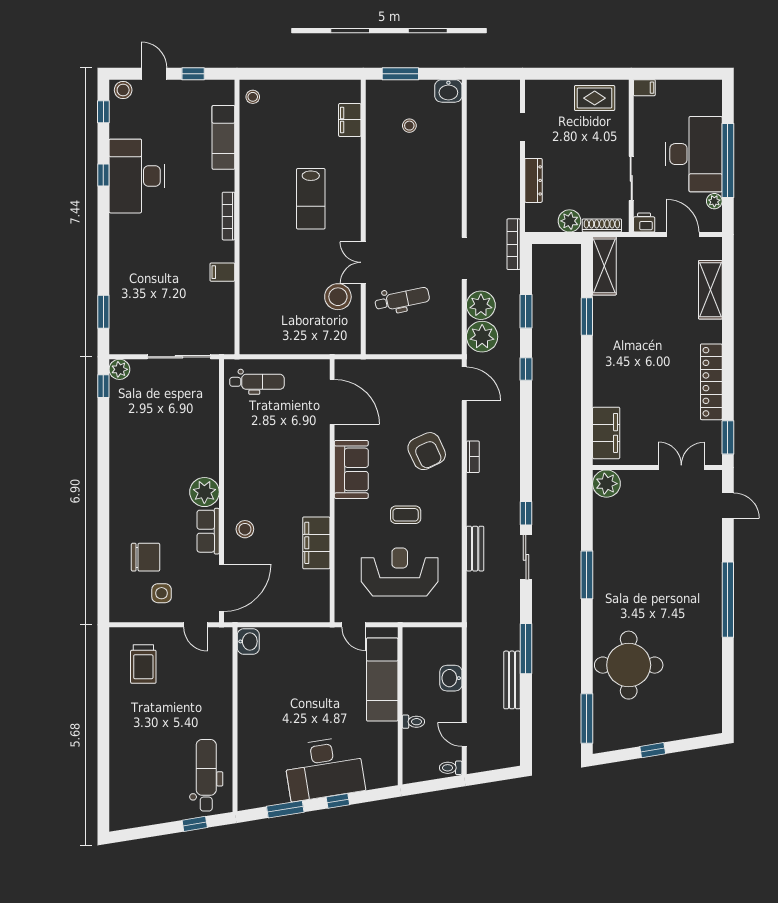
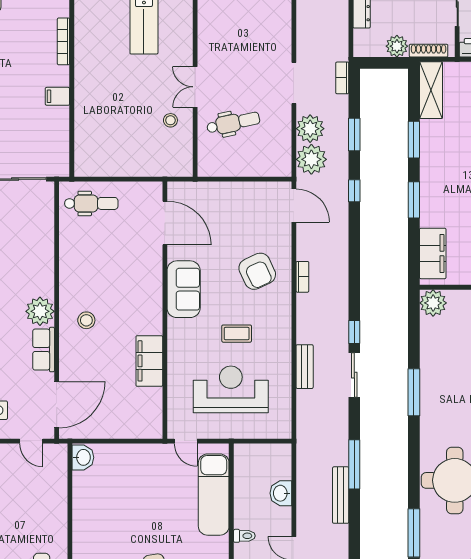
bookcase: (514, 244) -> (342, 78), width x0.64
stool: (338, 297) -> (170, 120), width x0.53, depth x0.53
window: (587, 378) -> (414, 200), added
stool: (245, 529) -> (86, 320), moved

